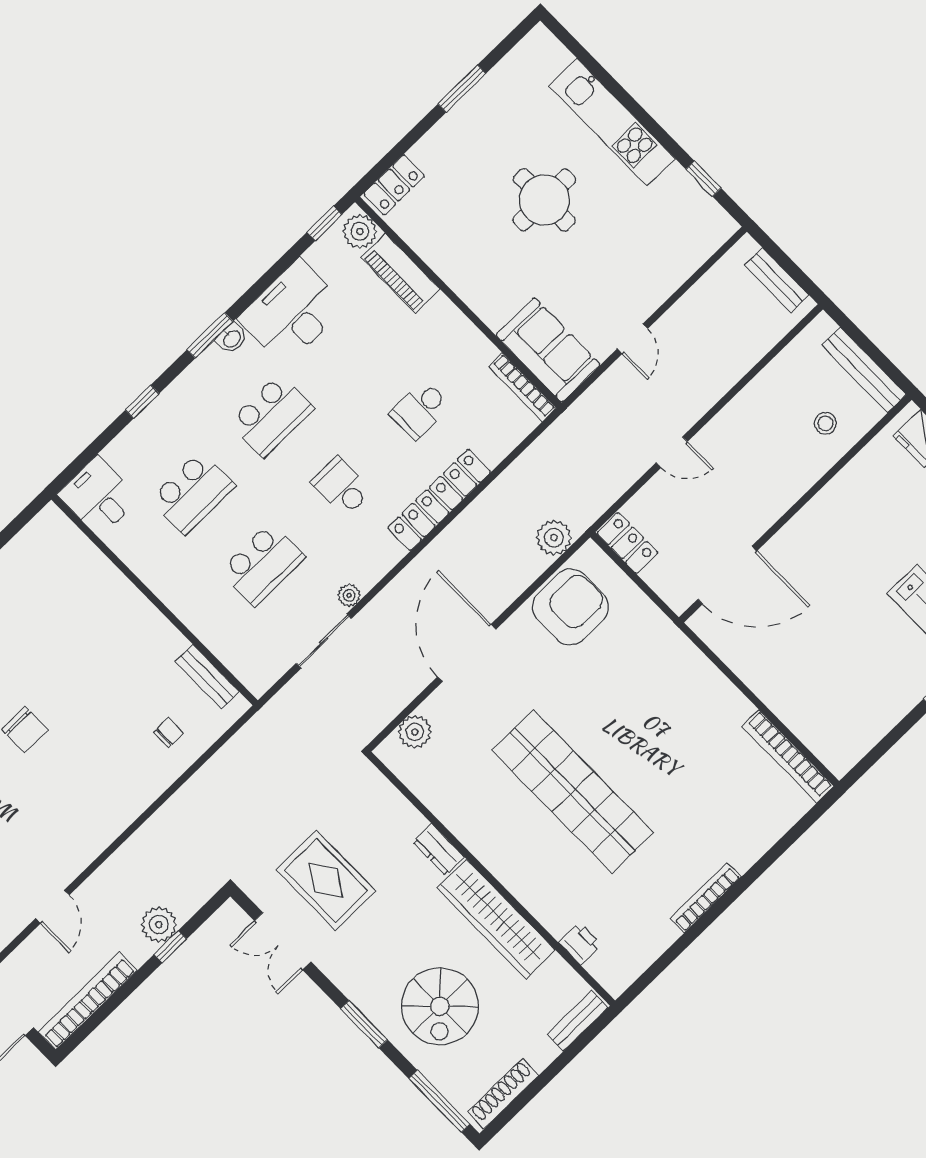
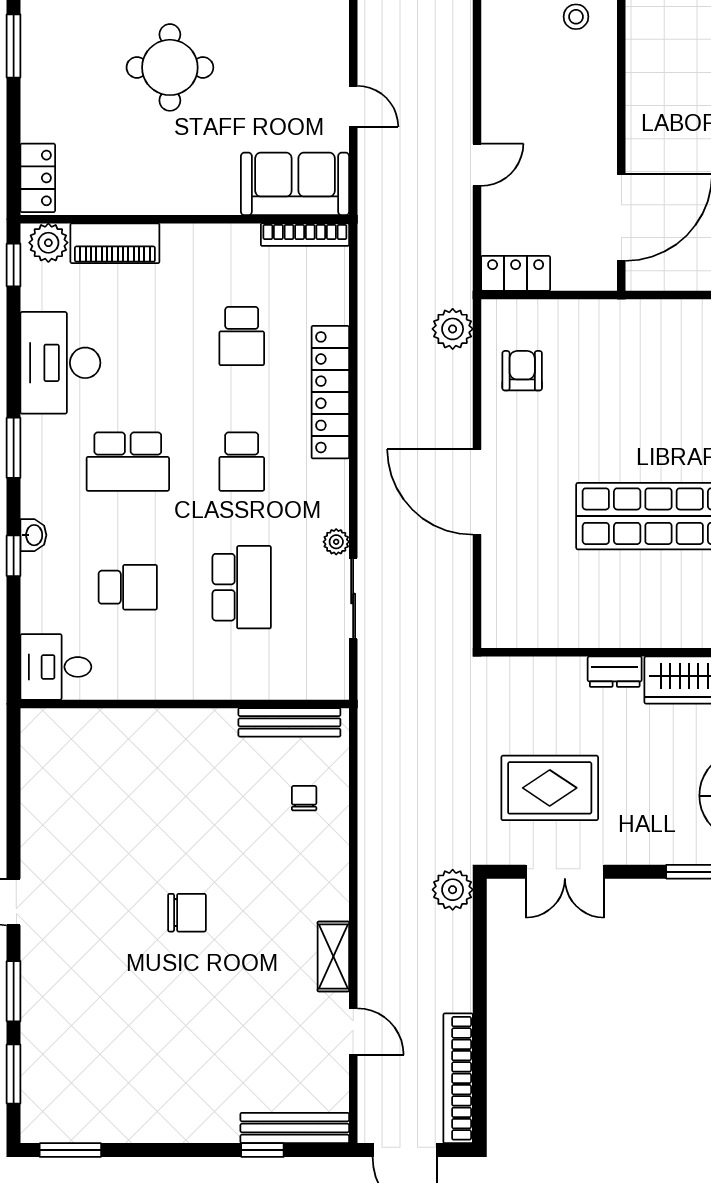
washbasin: (232, 338) -> (33, 535), moved
school desk: (271, 415) -> (128, 462), turned 90
school desk: (341, 487) -> (242, 462), turned -90
school desk: (193, 493) -> (128, 587), width x0.54
armchair: (570, 607) -> (522, 371), width x0.53, depth x0.53
bench: (207, 677) -> (289, 722), width x1.36
plant: (415, 732) -> (500, 597), removed
shelving: (87, 848) -> (333, 957), added
plant: (159, 925) -> (453, 890), moved
window: (170, 947) -> (480, 968), removed

